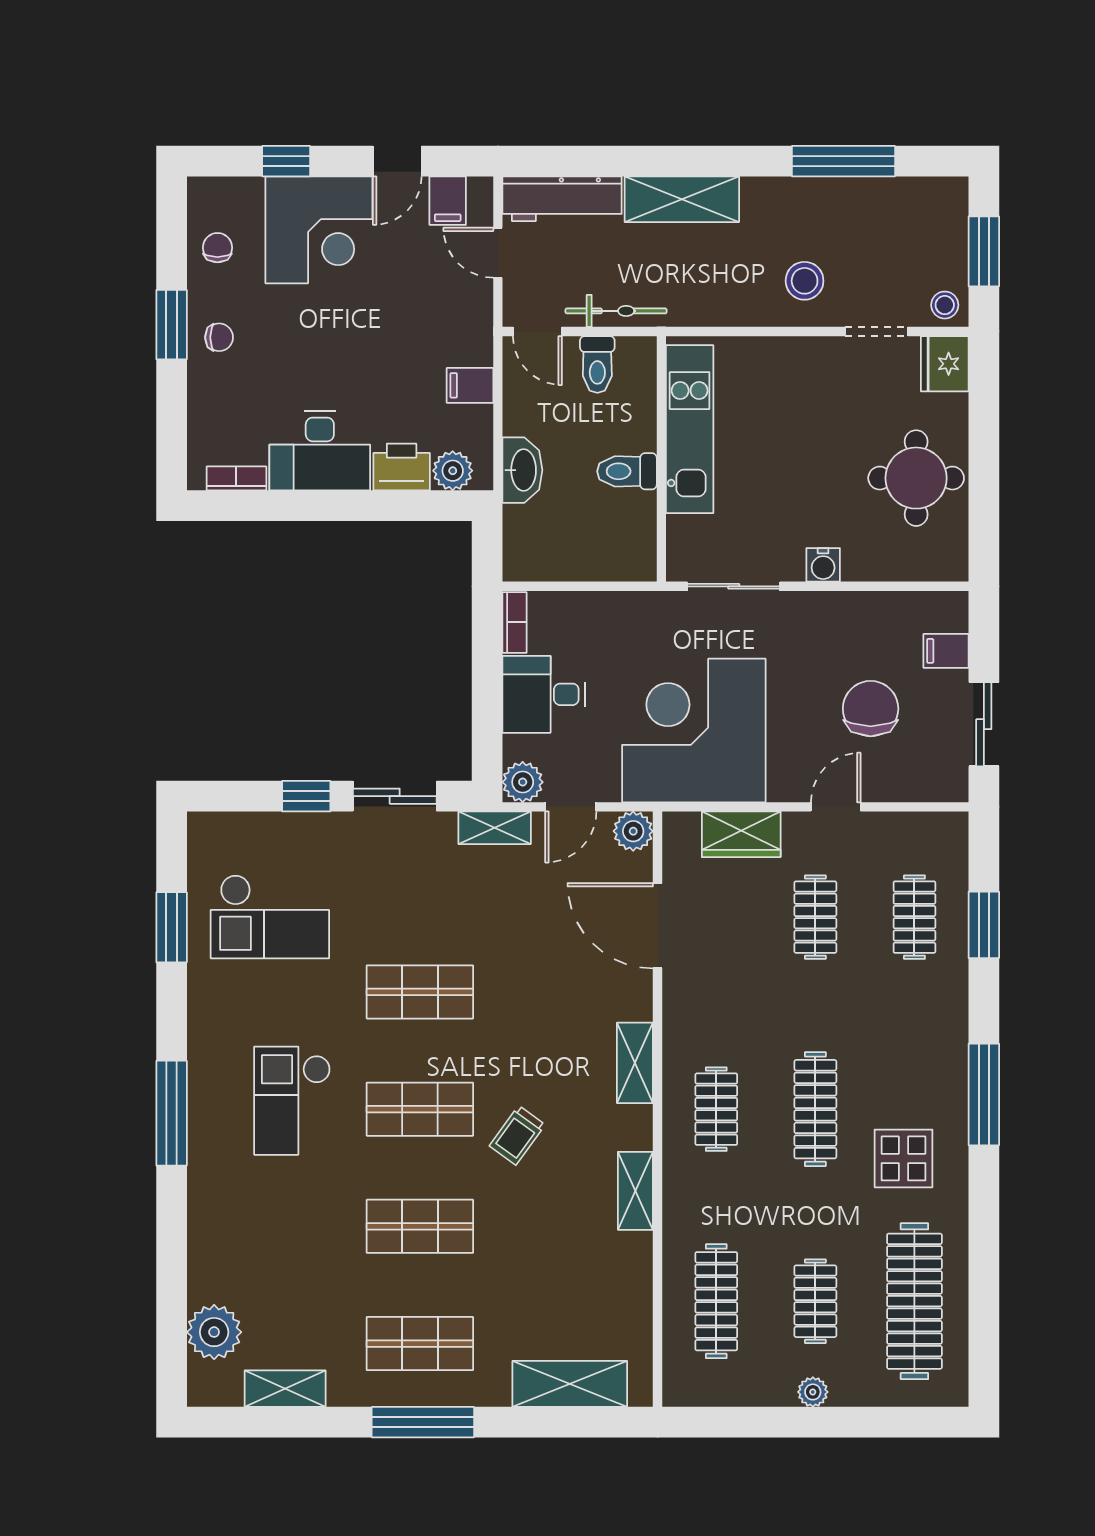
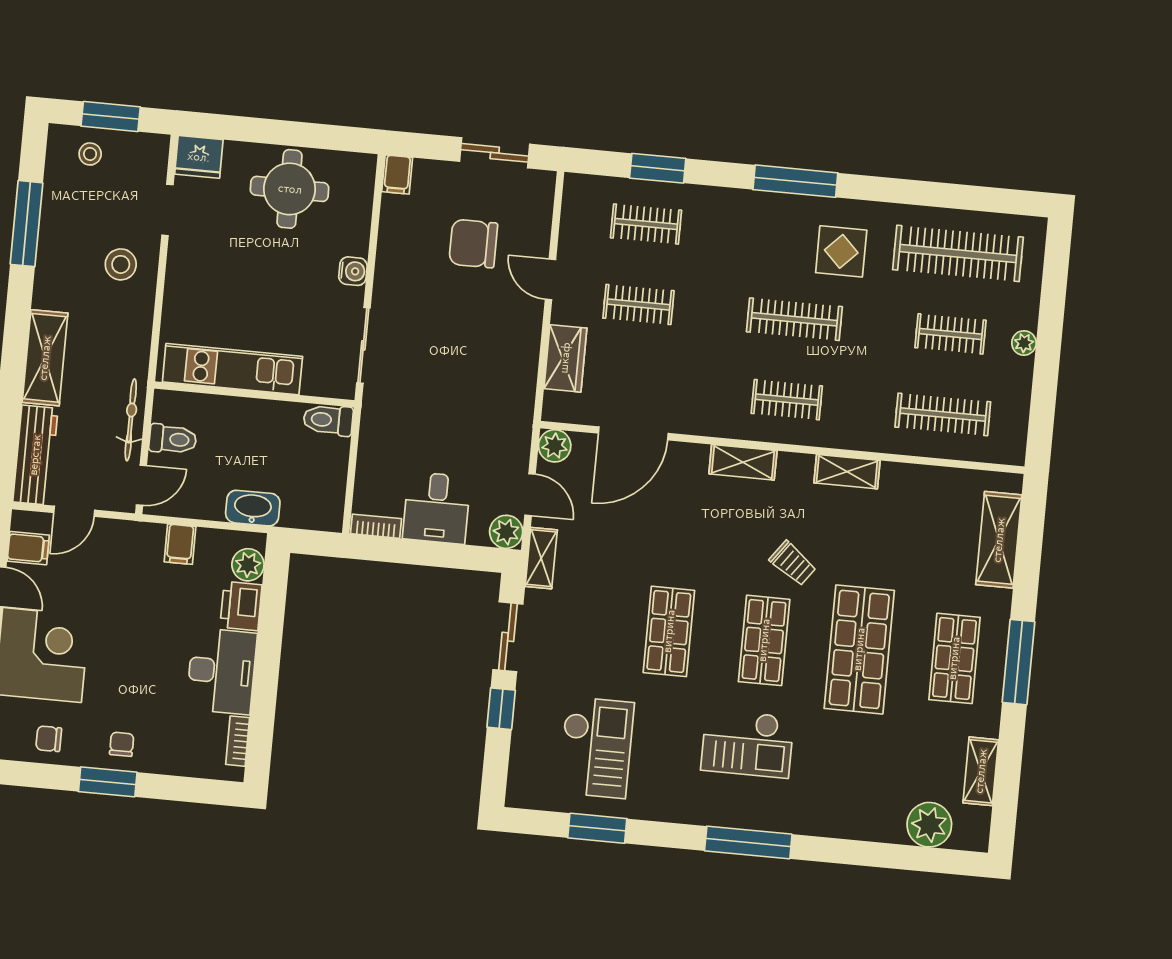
stool: (945, 305) -> (90, 154), moved
toilet: (627, 471) -> (328, 420), moved, turned 90
filing cabinet: (946, 651) -> (397, 175), moved
corner desk: (694, 730) -> (477, 389), removed
shop shelf: (420, 1226) -> (859, 649), width x1.43, depth x1.36

